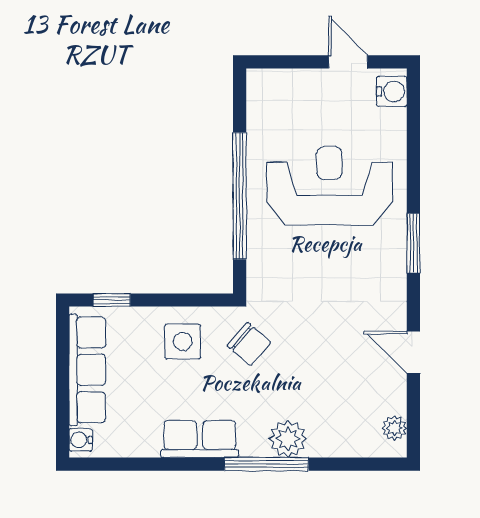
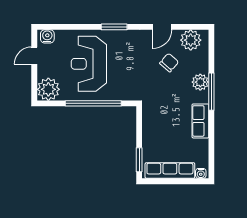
plant: (272, 94) -> (48, 89), added
window: (112, 300) -> (139, 160), width x1.50
side table: (183, 342) -> (157, 128), removed
chair: (249, 344) -> (169, 63), moved
plant: (394, 428) -> (191, 40), width x1.88, depth x1.88

